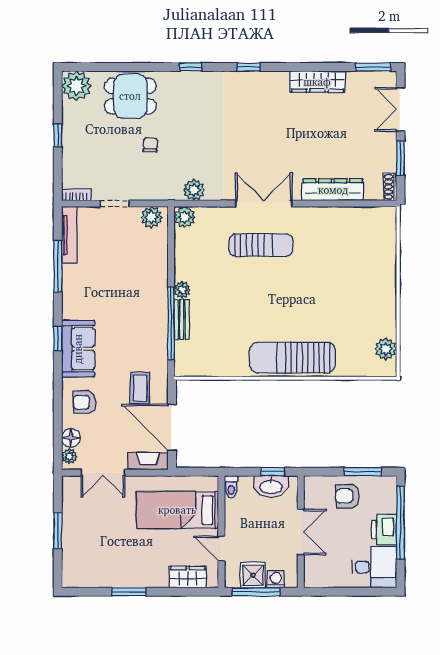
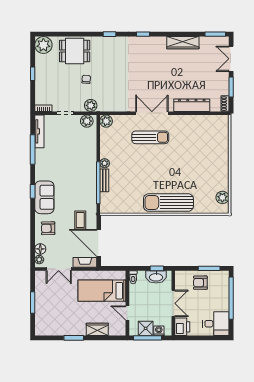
plant: (194, 190) -> (91, 105), moved
printer: (384, 529) -> (182, 327), moved, turned 180
wardrobe: (188, 577) -> (97, 329), moved

